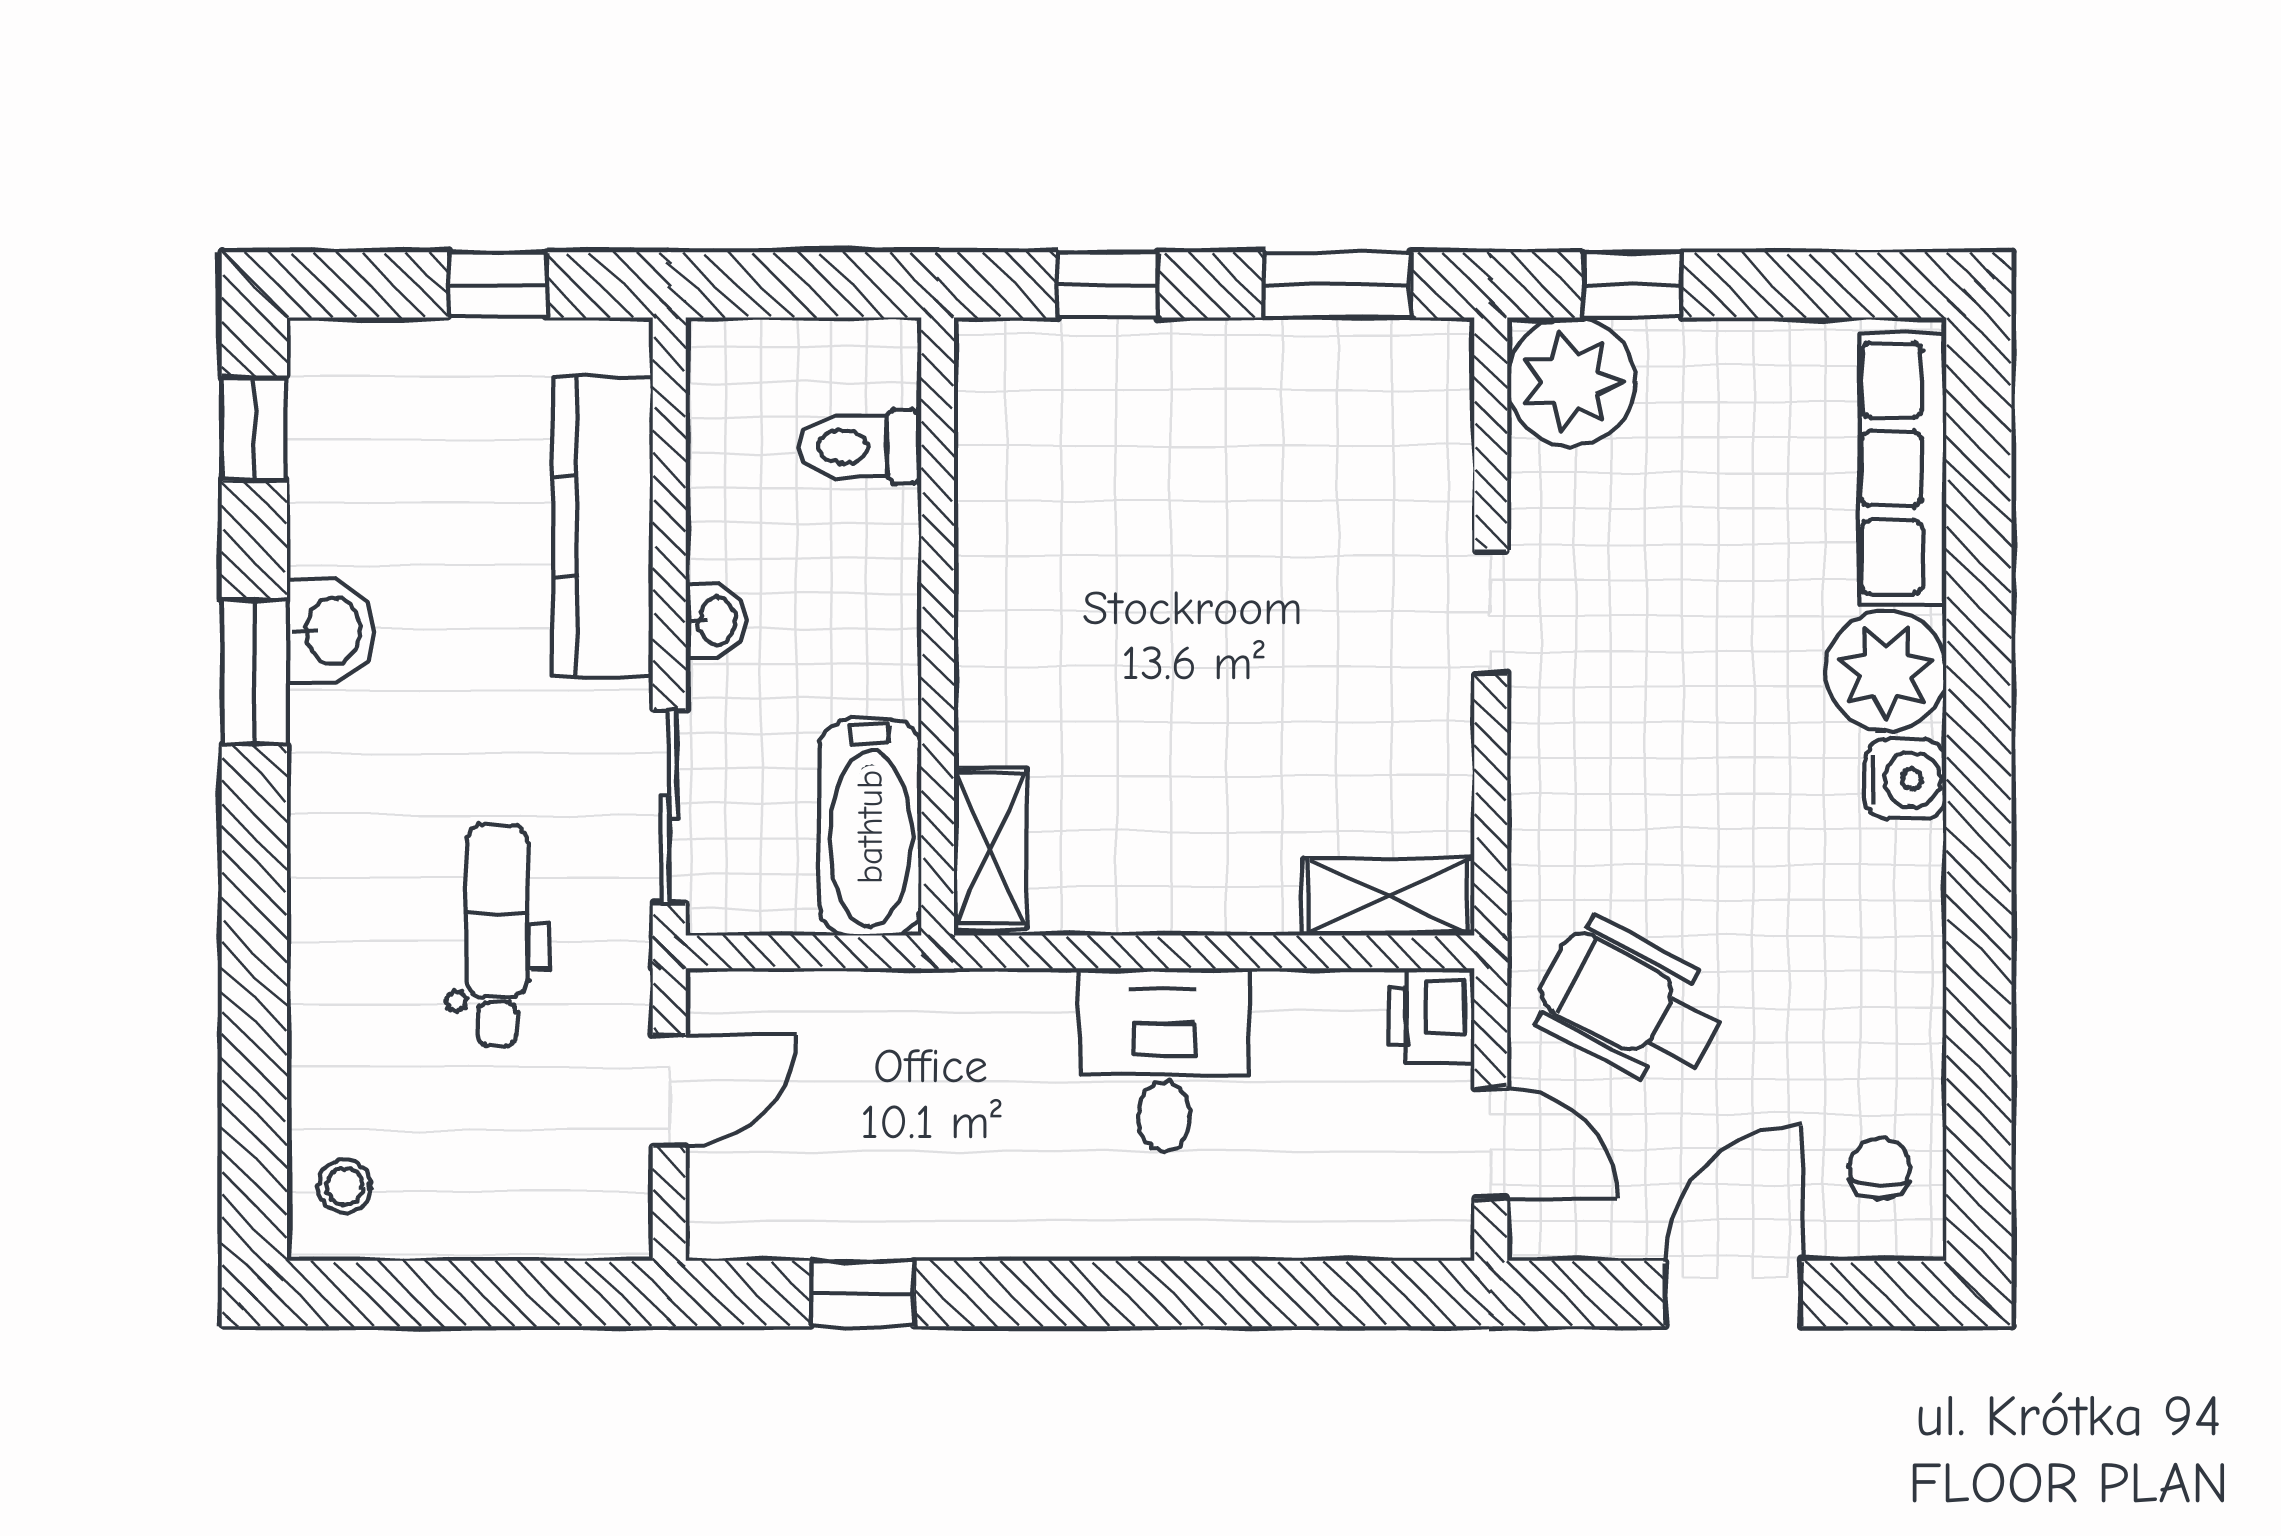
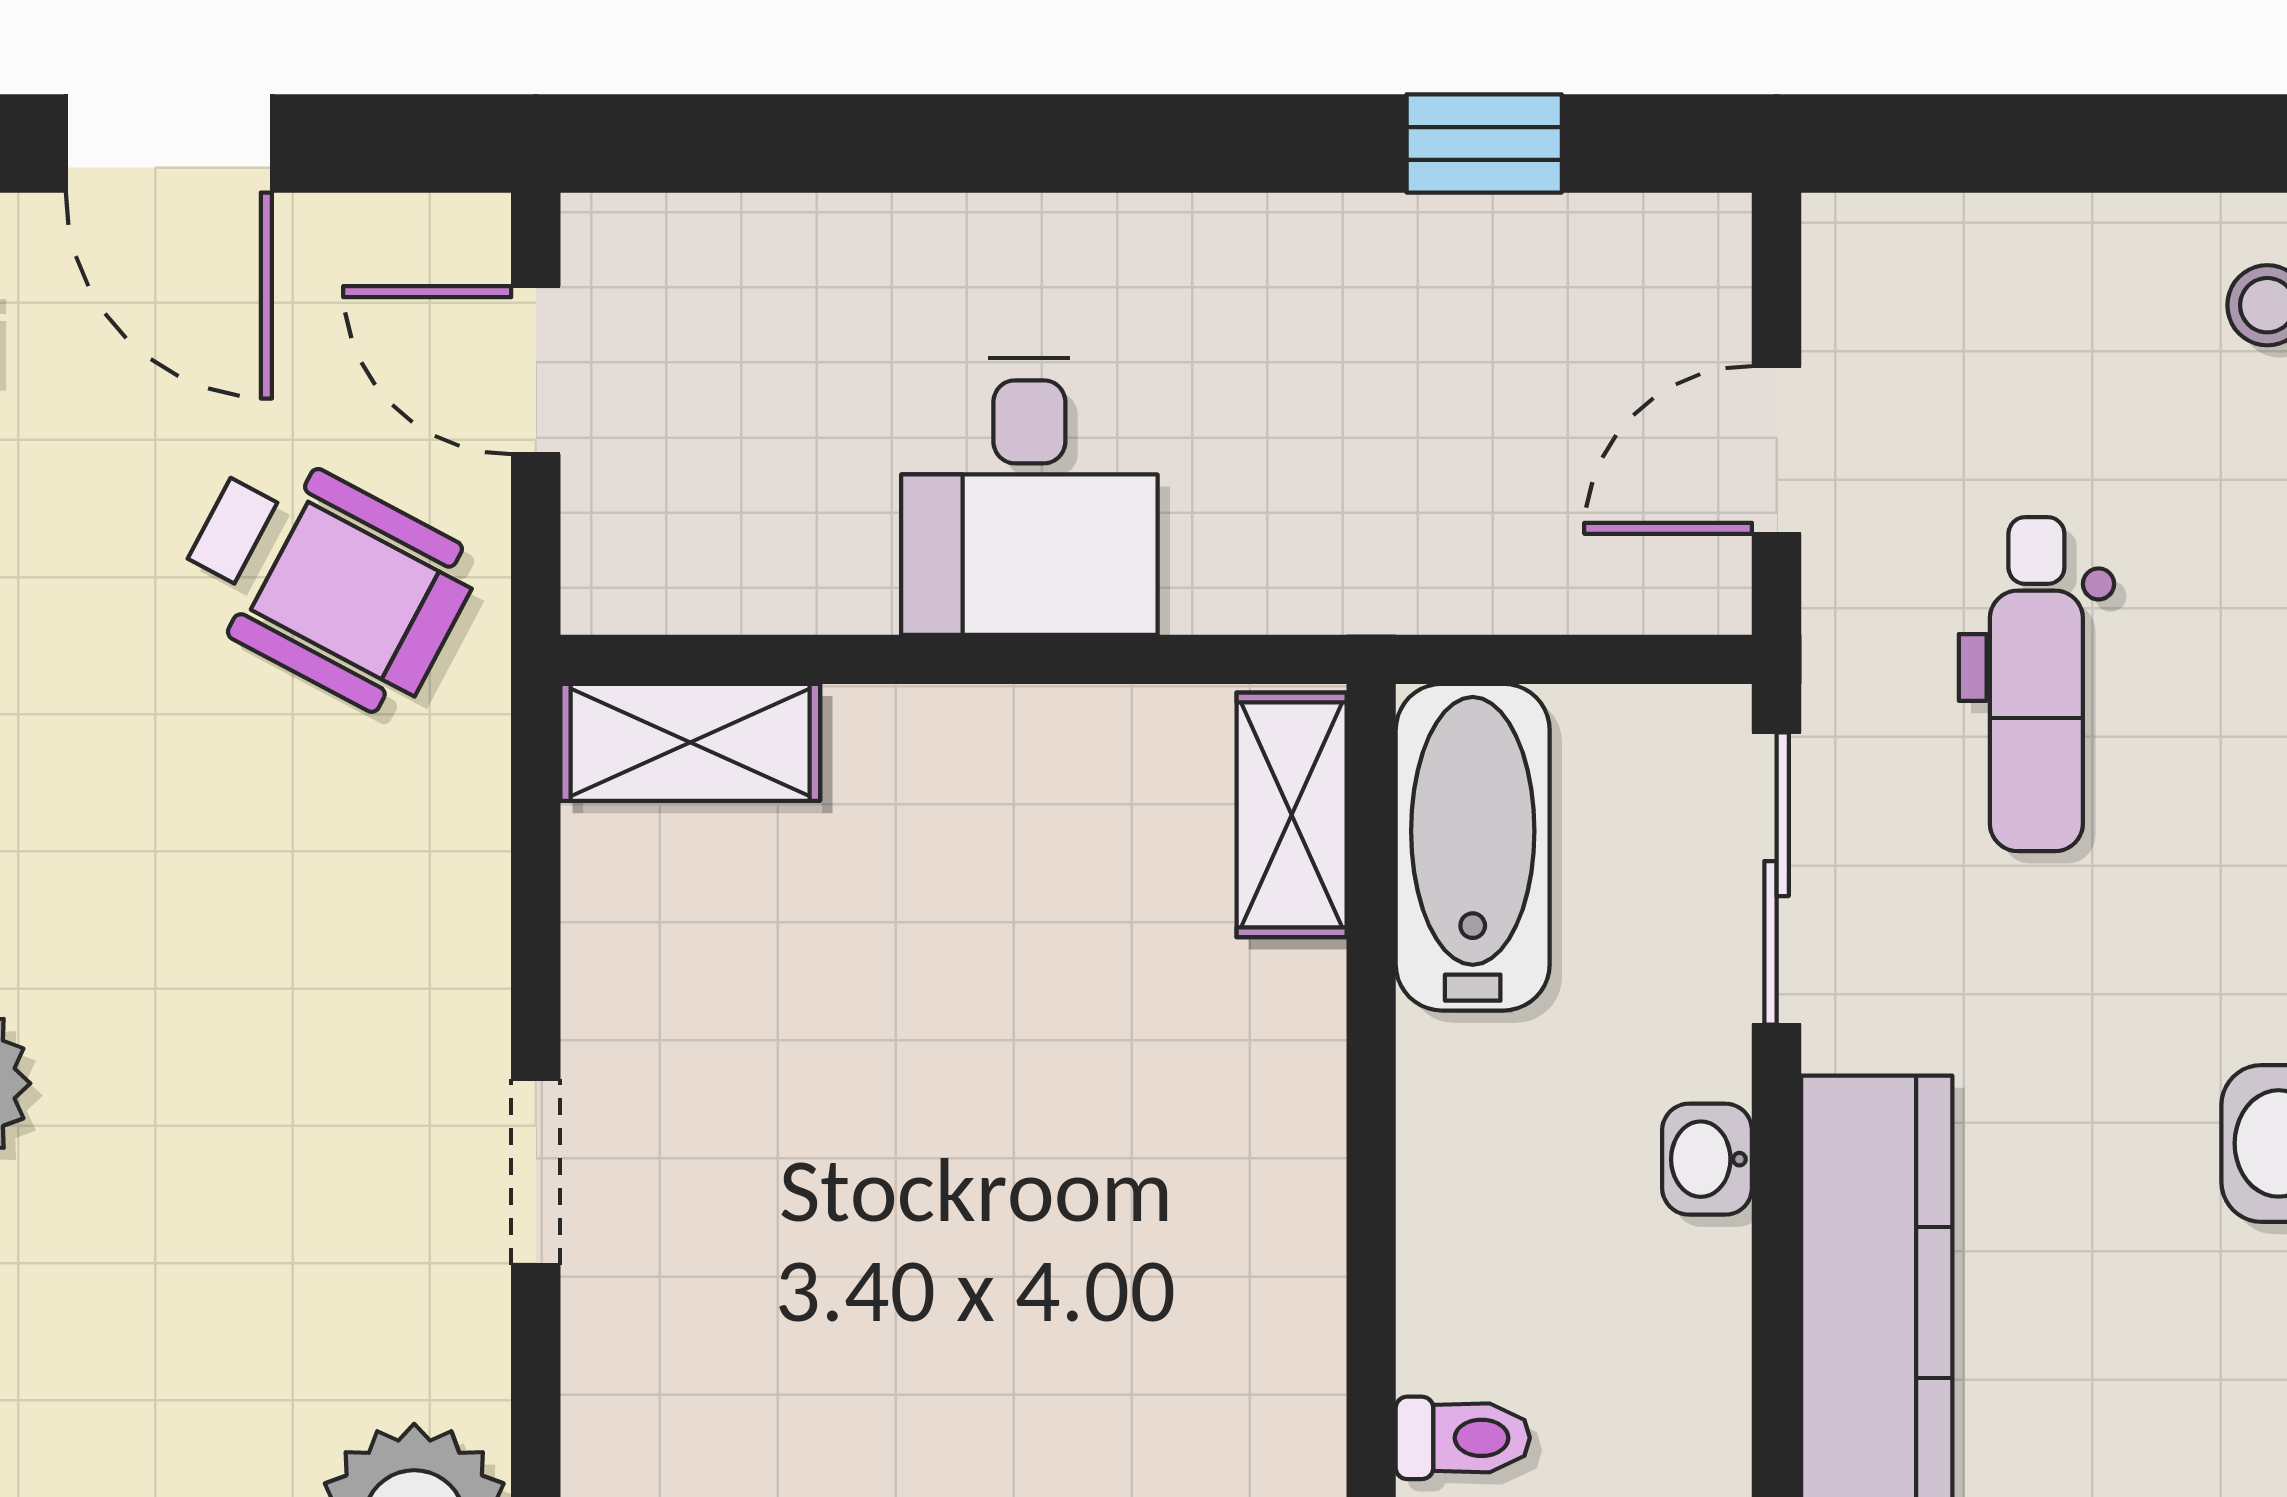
toilet: (860, 447) -> (1463, 1438), width x0.73, depth x0.72
printer: (1432, 1015) -> (625, 564), removed
door: (1734, 1293) -> (169, 143), hinge flipped

